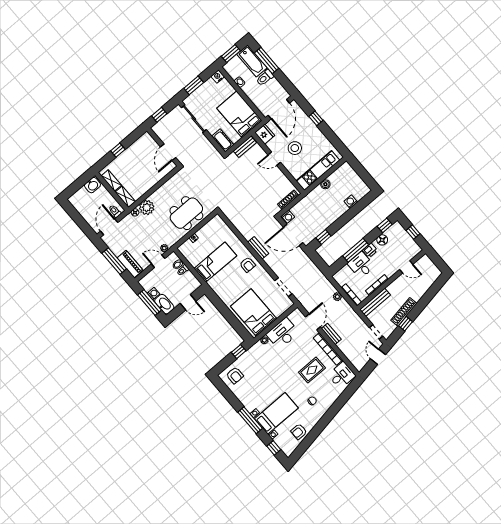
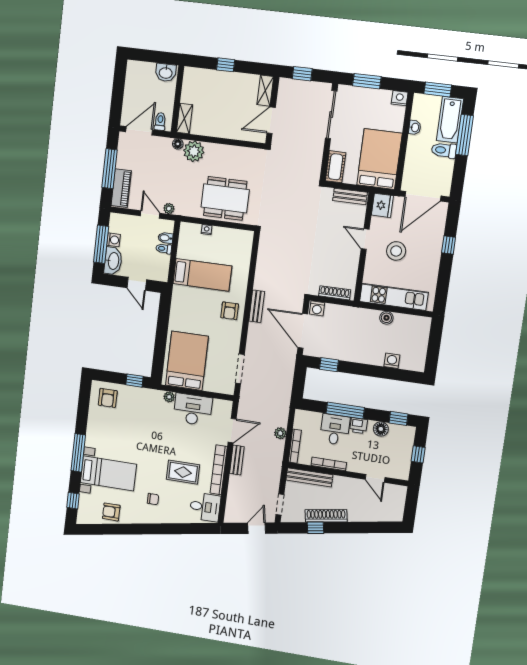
shelving: (111, 180) -> (265, 91), moved

